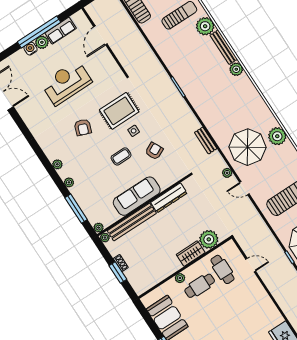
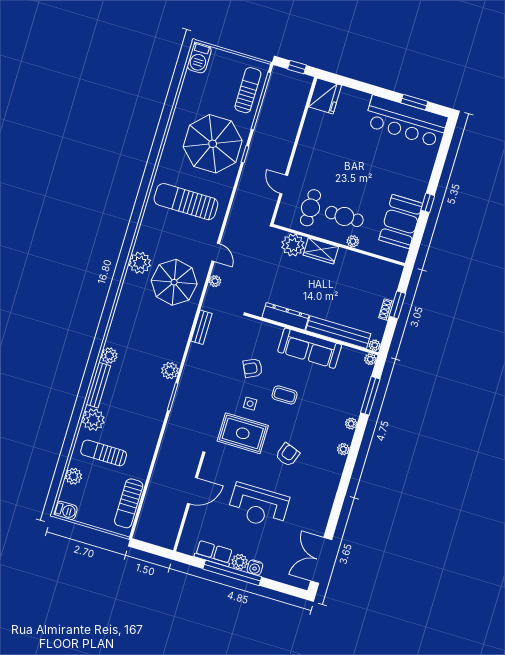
door: (100, 35) -> (192, 491), moved
plant: (196, 99) -> (170, 371), added

